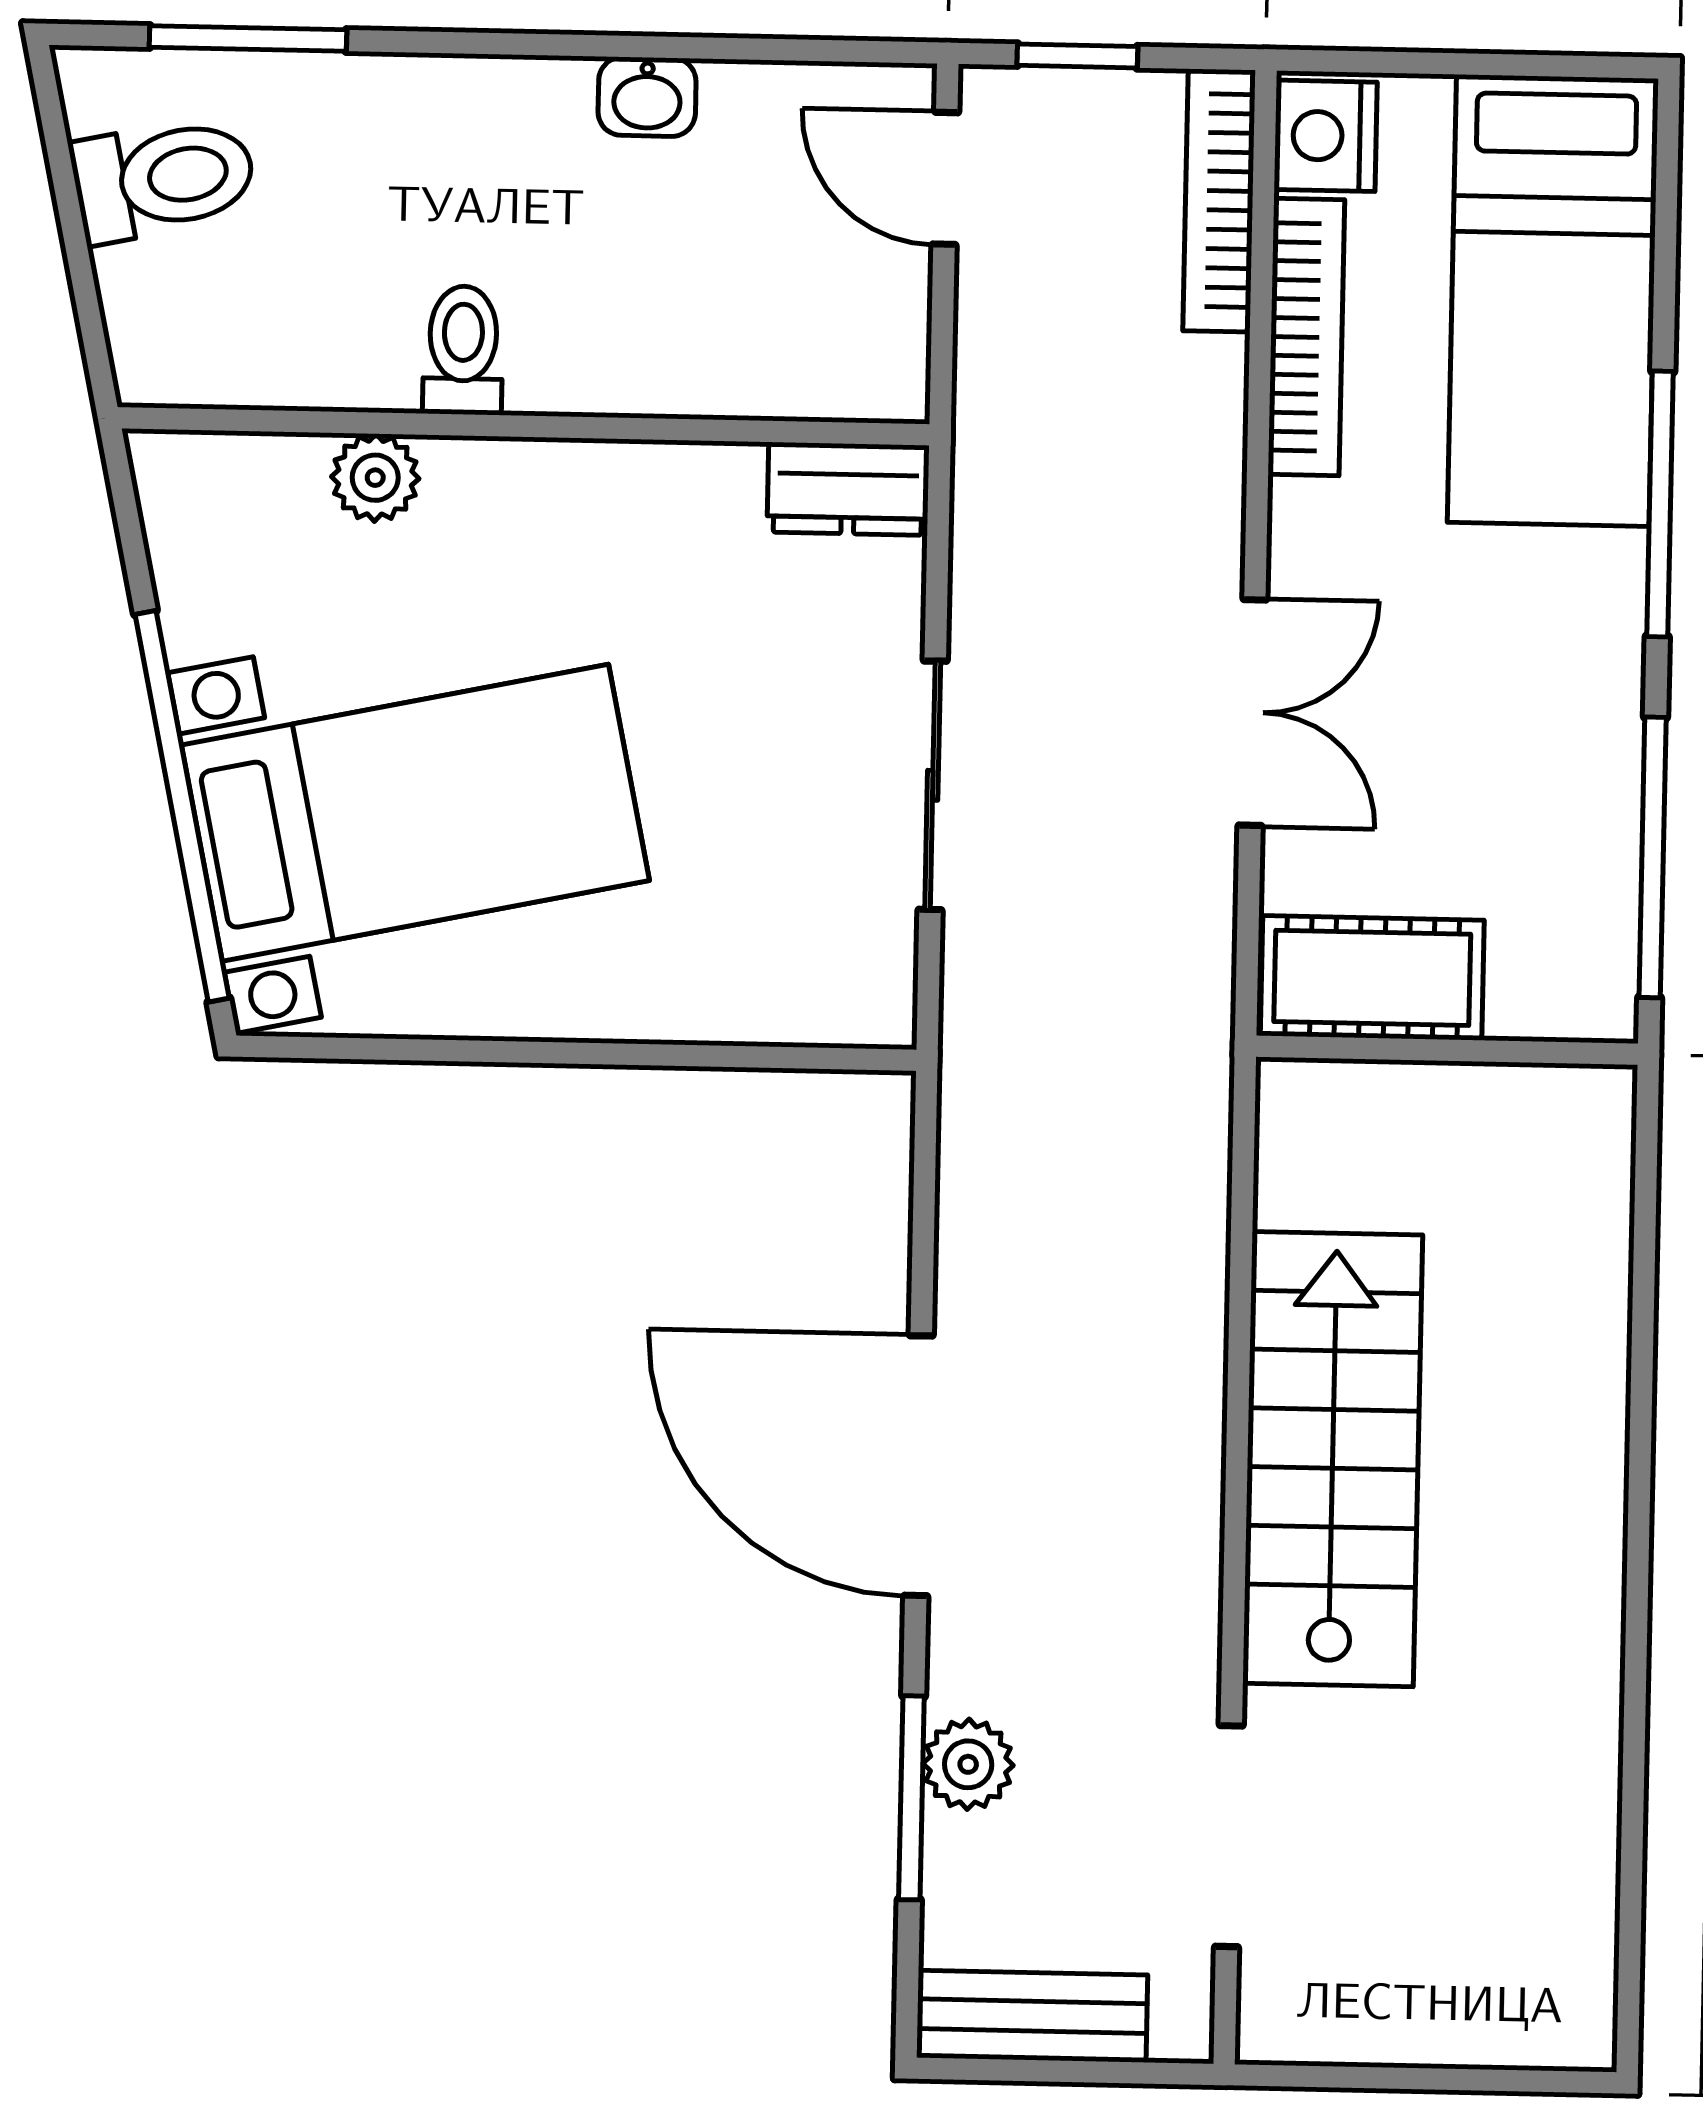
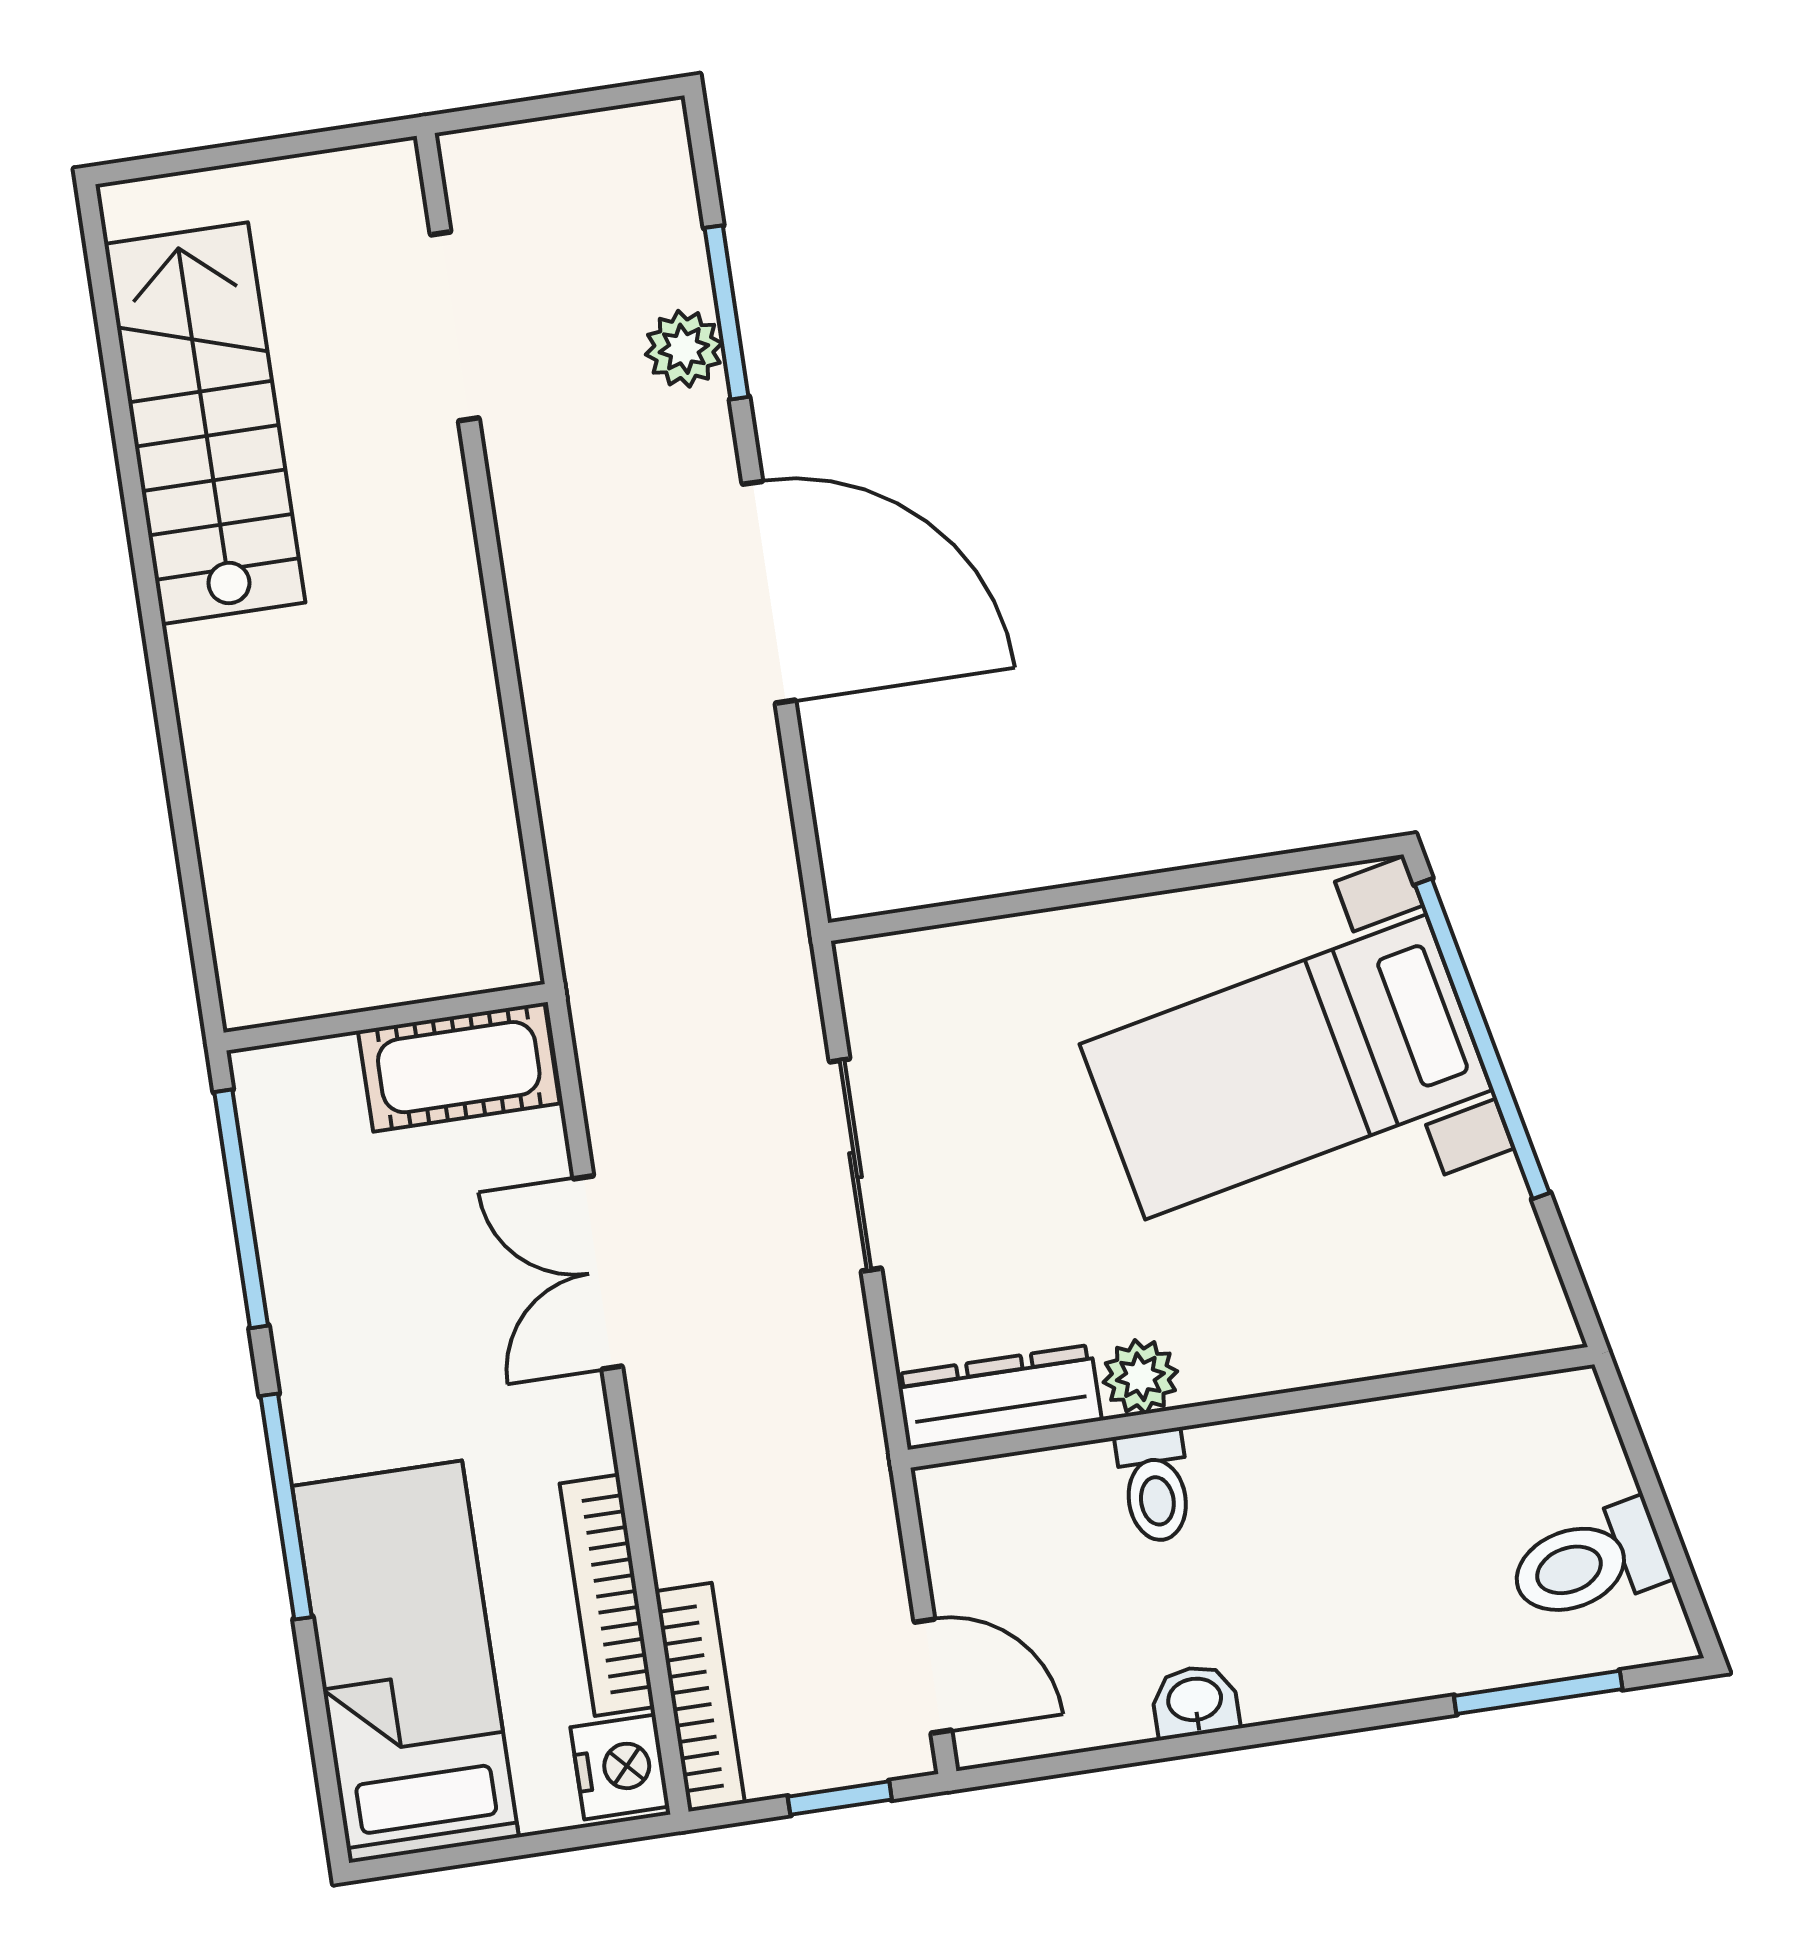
toilet: (463, 350) -> (1155, 1486), moved
plant: (375, 478) -> (1140, 1377), moved
dresser: (848, 489) -> (999, 1397), width x1.44
stairs: (1333, 1459) -> (205, 423), moved, turned 180
bench: (1032, 2016) -> (594, 147), removed

